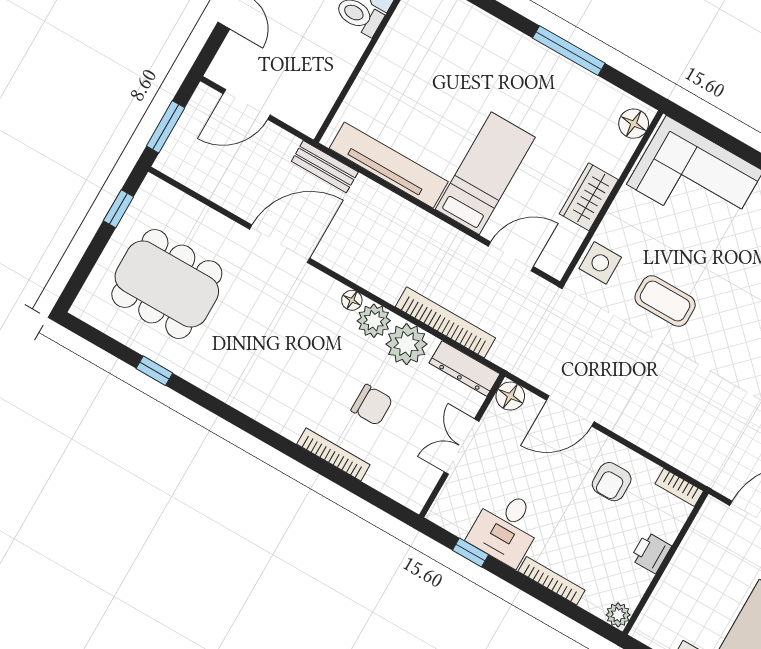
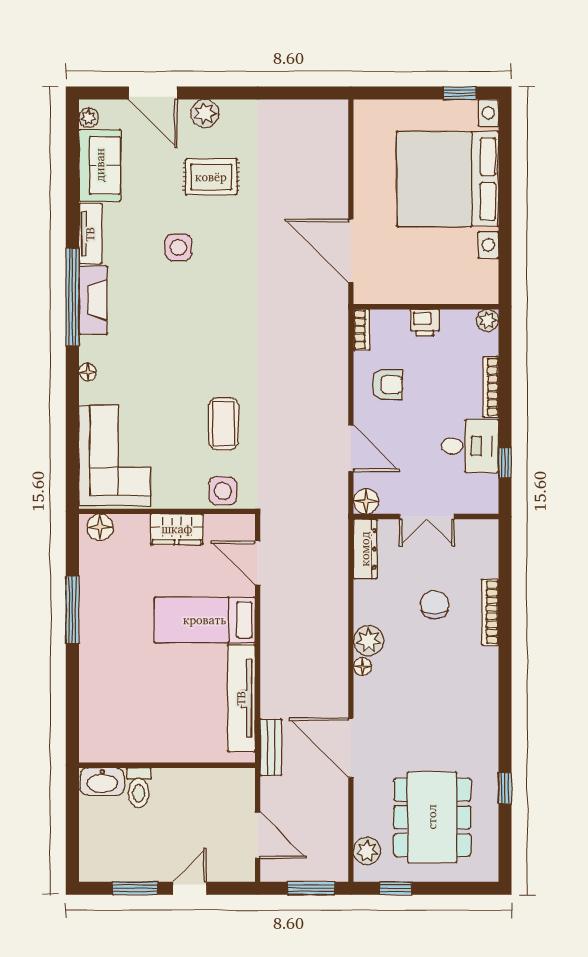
bookcase: (445, 322) -> (338, 584), removed
plant: (407, 344) -> (367, 851), moved, width x0.73, depth x0.73

